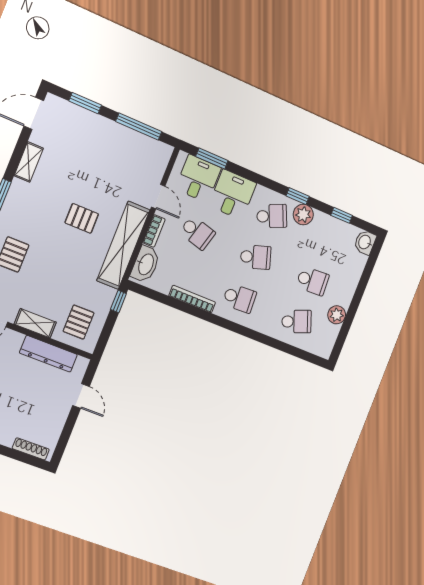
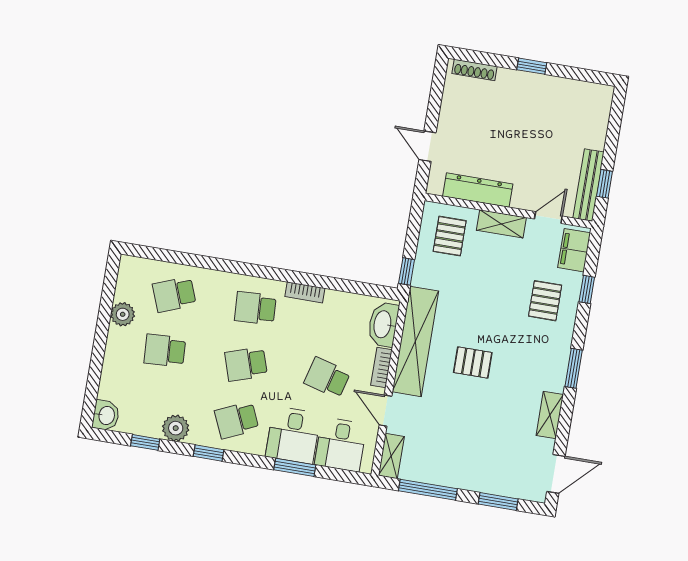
window: (212, 159) -> (295, 467), moved
shelving: (161, 160) -> (391, 456), added
plant: (303, 215) -> (176, 428), moved
bookcase: (192, 299) -> (305, 292), width x0.64

